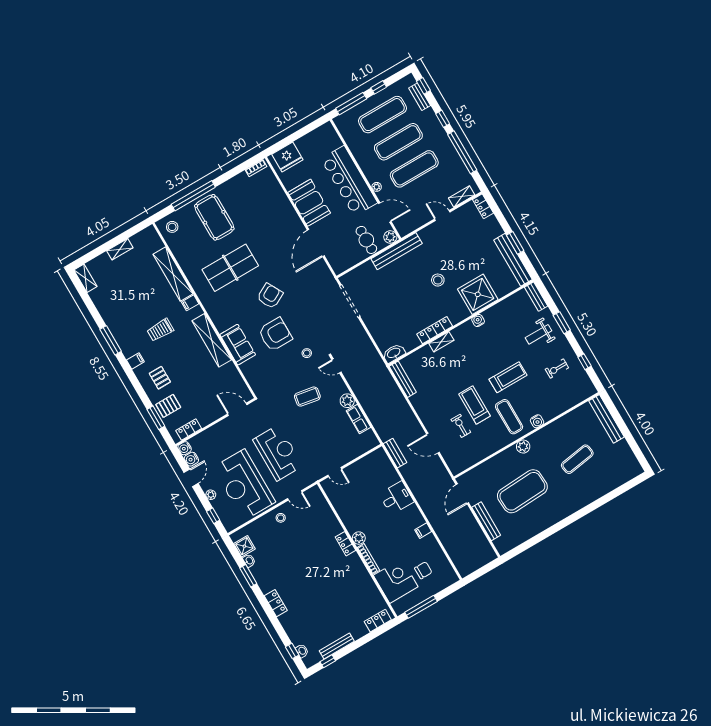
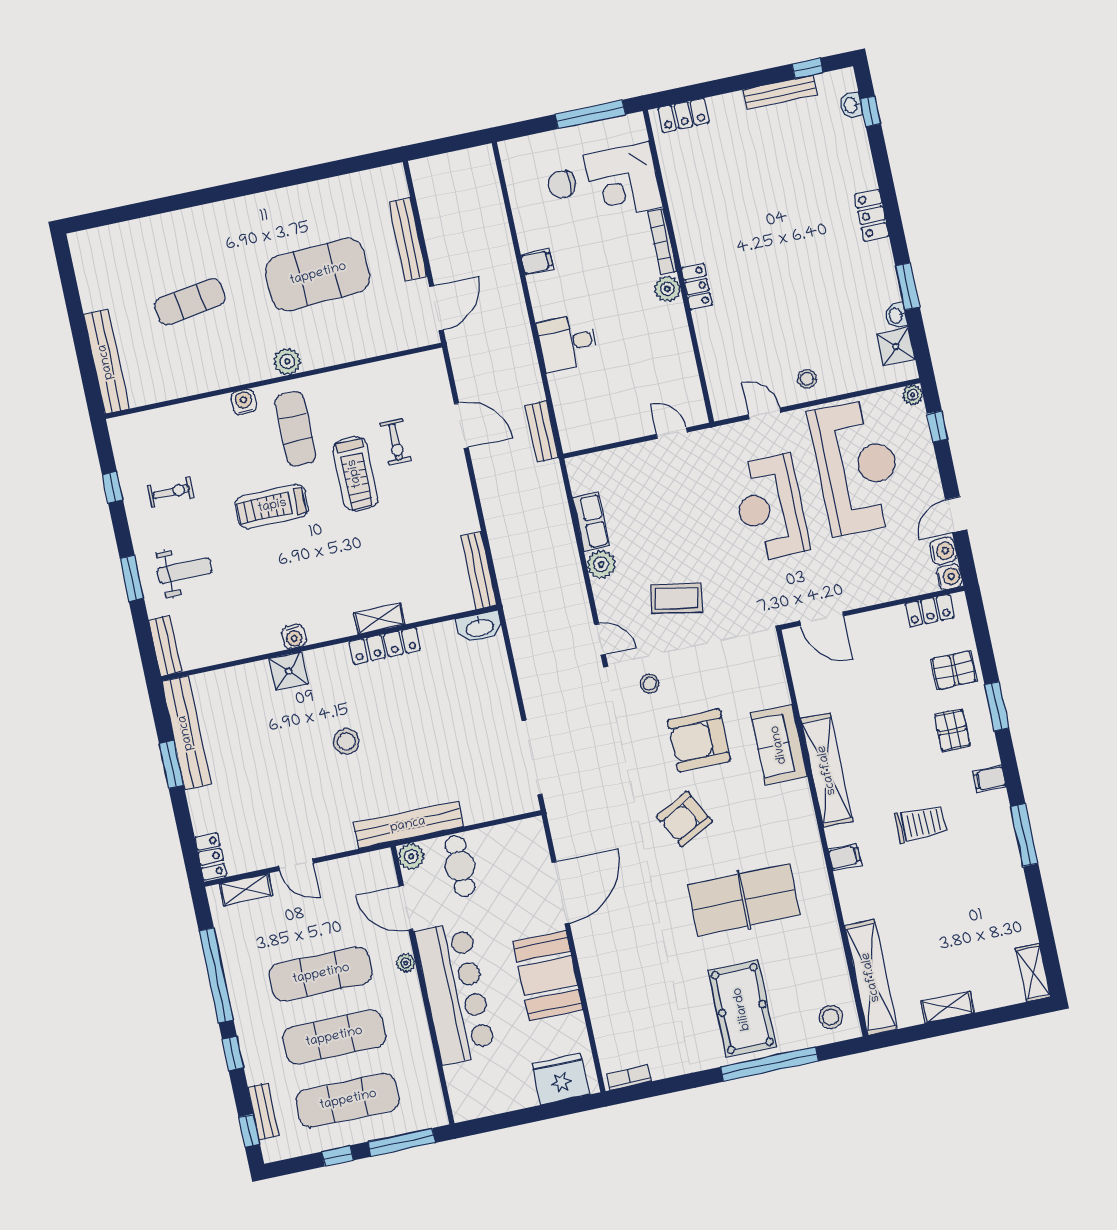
shelving: (173, 274) -> (871, 977), moved
shower: (478, 294) -> (289, 671), width x0.54, depth x0.54
window: (156, 418) -> (997, 706), moved
plant: (211, 495) -> (913, 395), moved

